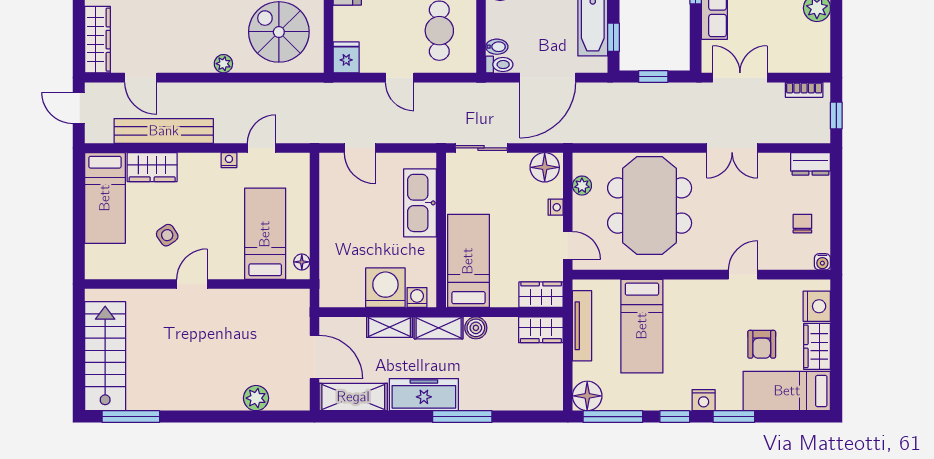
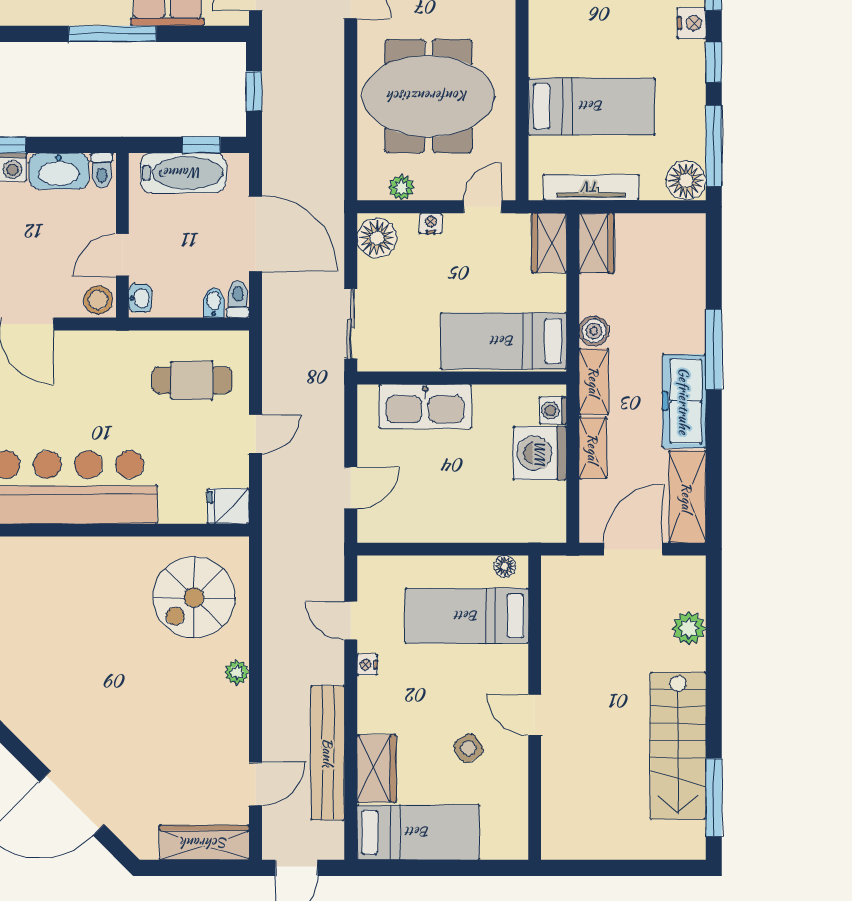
stairs: (105, 356) -> (678, 746), moved, turned -90

